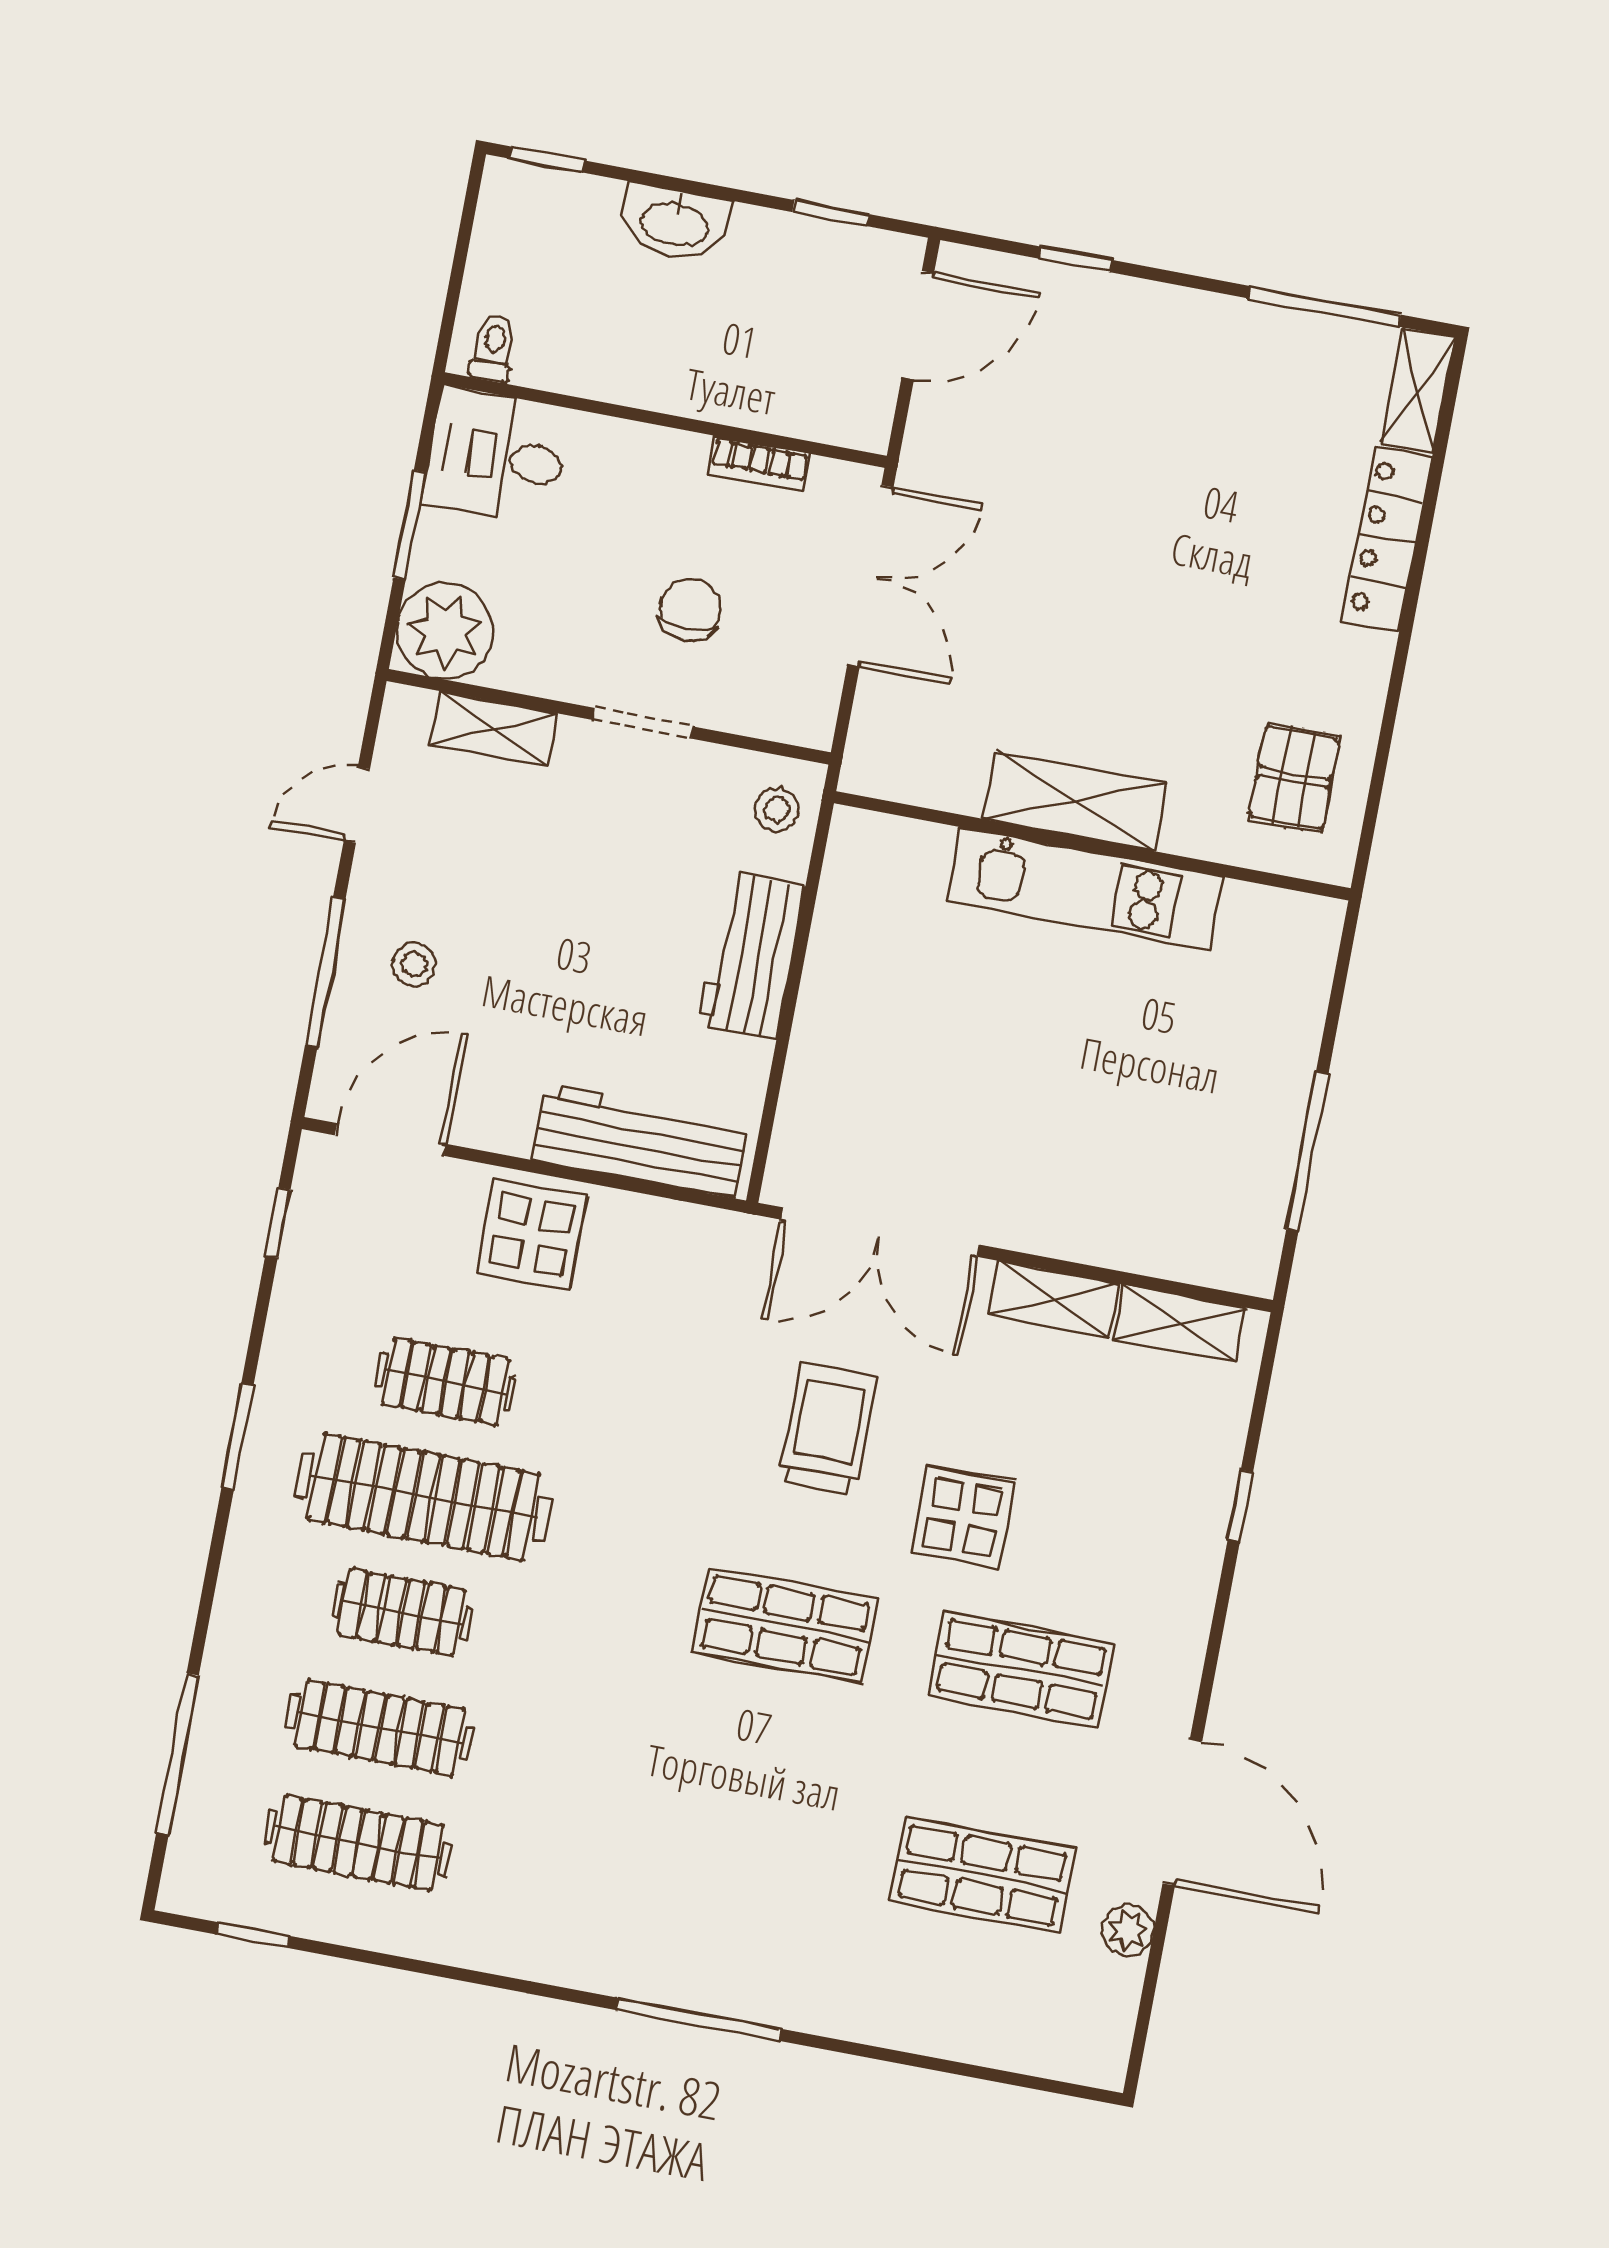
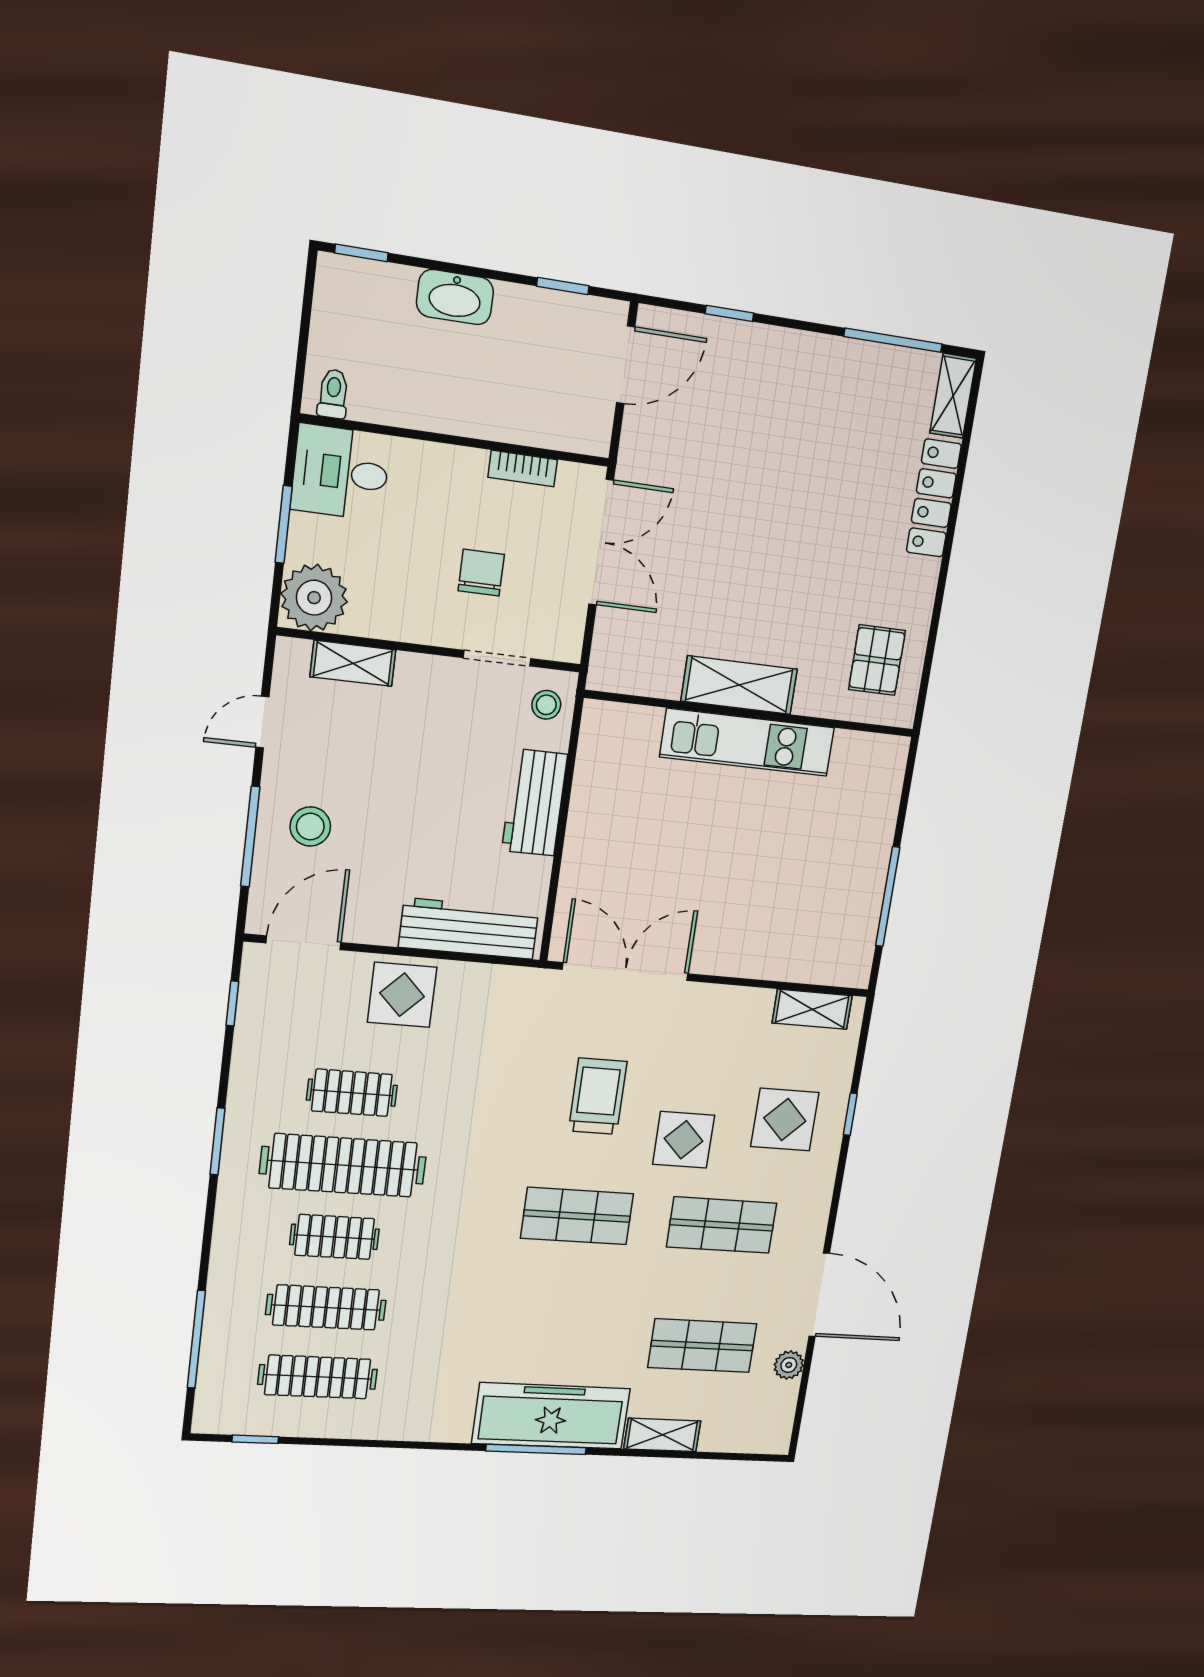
doorway: (643, 723) -> (497, 658), moved
stool: (414, 964) -> (310, 827), width x1.37, depth x1.37
double door: (880, 1232) -> (625, 972), swing flipped
shelving: (1053, 1299) -> (662, 1435), moved
display table: (1131, 1503) -> (785, 1120), added
freezer: (726, 1964) -> (551, 1416), added

